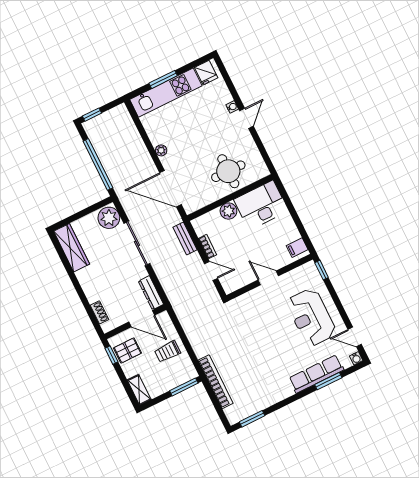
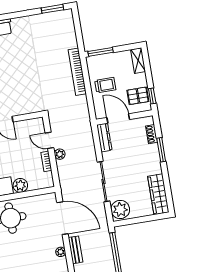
bench: (185, 238) -> (76, 250), moved
plant: (195, 259) -> (60, 154), added
window: (83, 298) -> (161, 150), added
bookcase: (216, 382) -> (77, 72), moved

